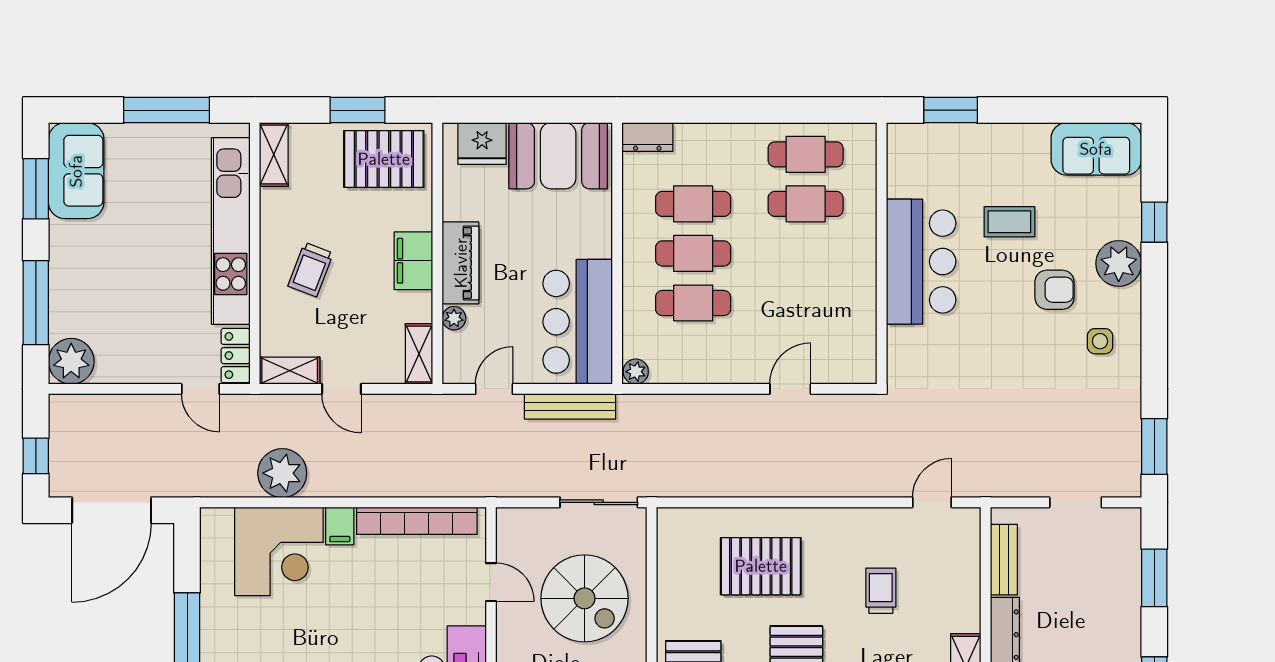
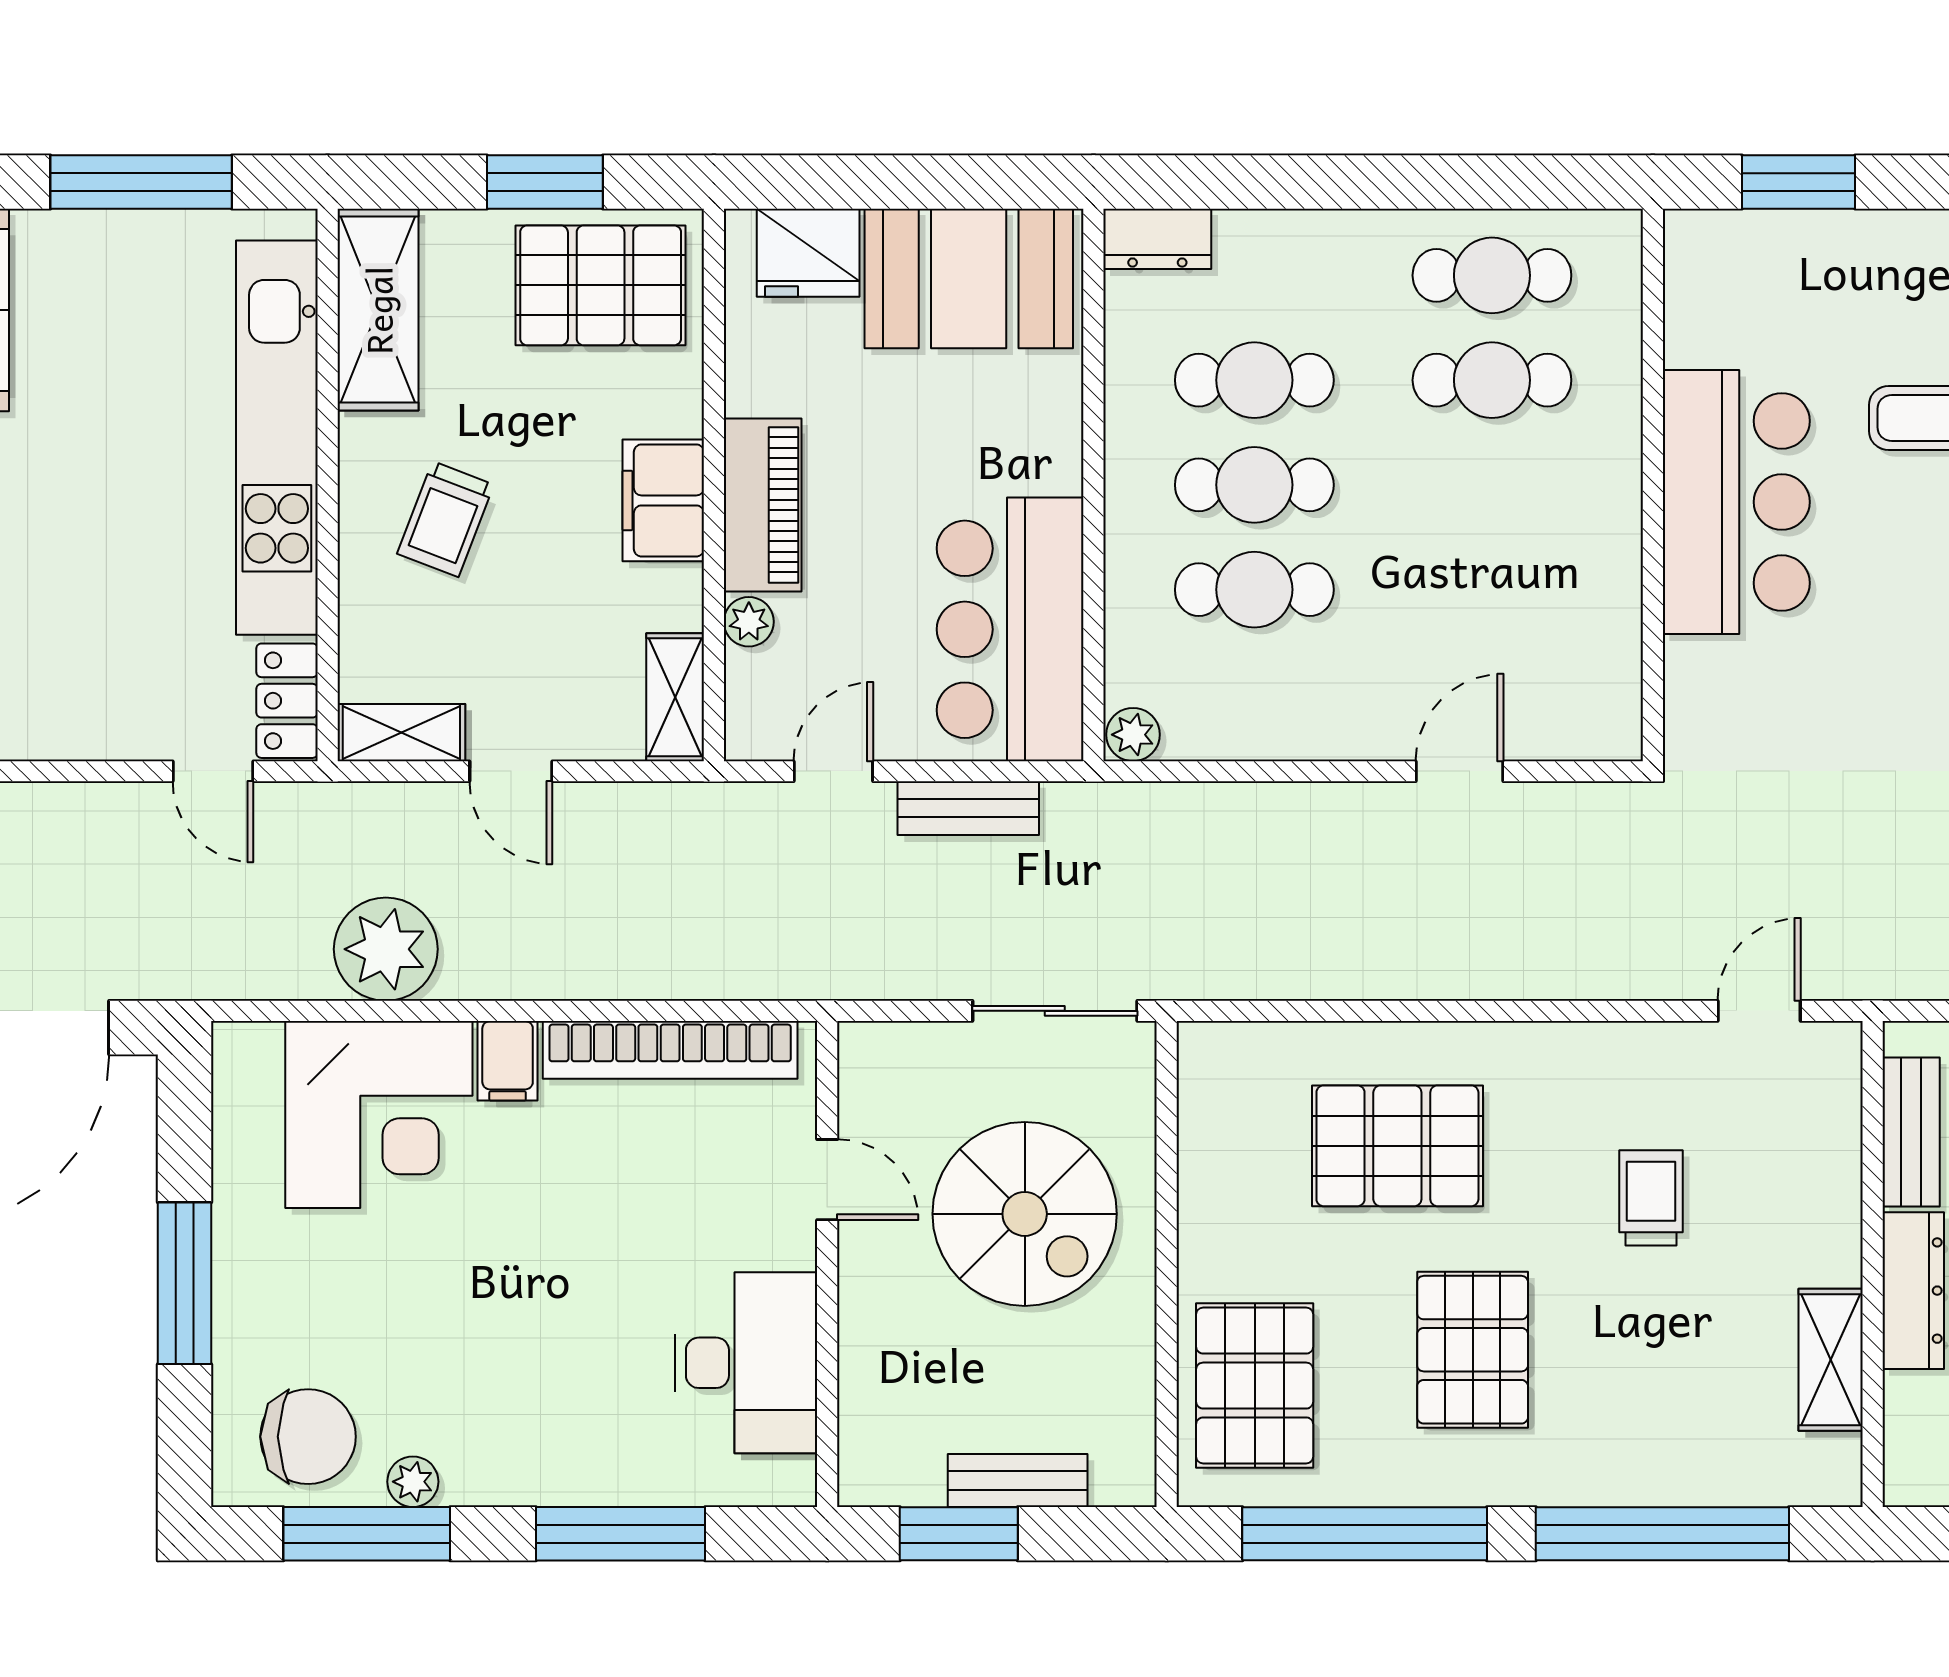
shelving: (274, 155) -> (378, 310), width x1.50, depth x1.33
bench: (570, 406) -> (968, 808), width x0.73

